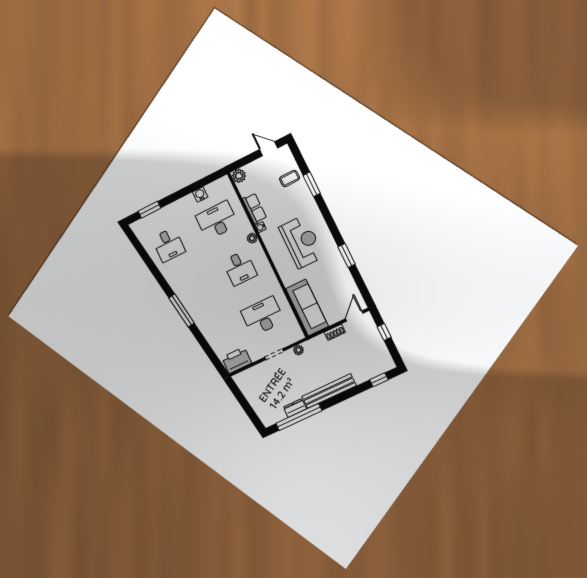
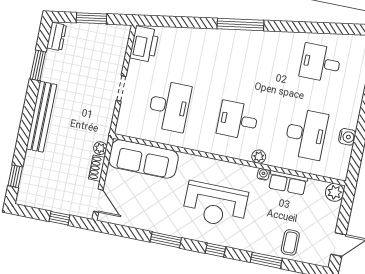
window: (329, 220) -> (215, 250), added
plant: (298, 350) -> (100, 148), moved
window: (245, 405) -> (91, 18), added
dresser: (295, 408) -> (57, 37), moved
window: (299, 417) -> (38, 65), width x0.47

